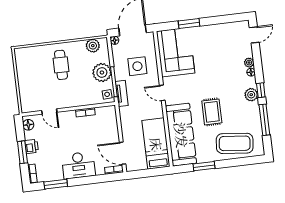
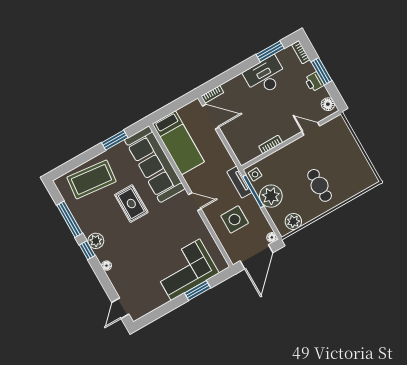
corner sofa: (176, 52) -> (185, 270), moved, turned 90
plant: (249, 63) -> (113, 275), removed
desk: (78, 165) -> (265, 76), moved

